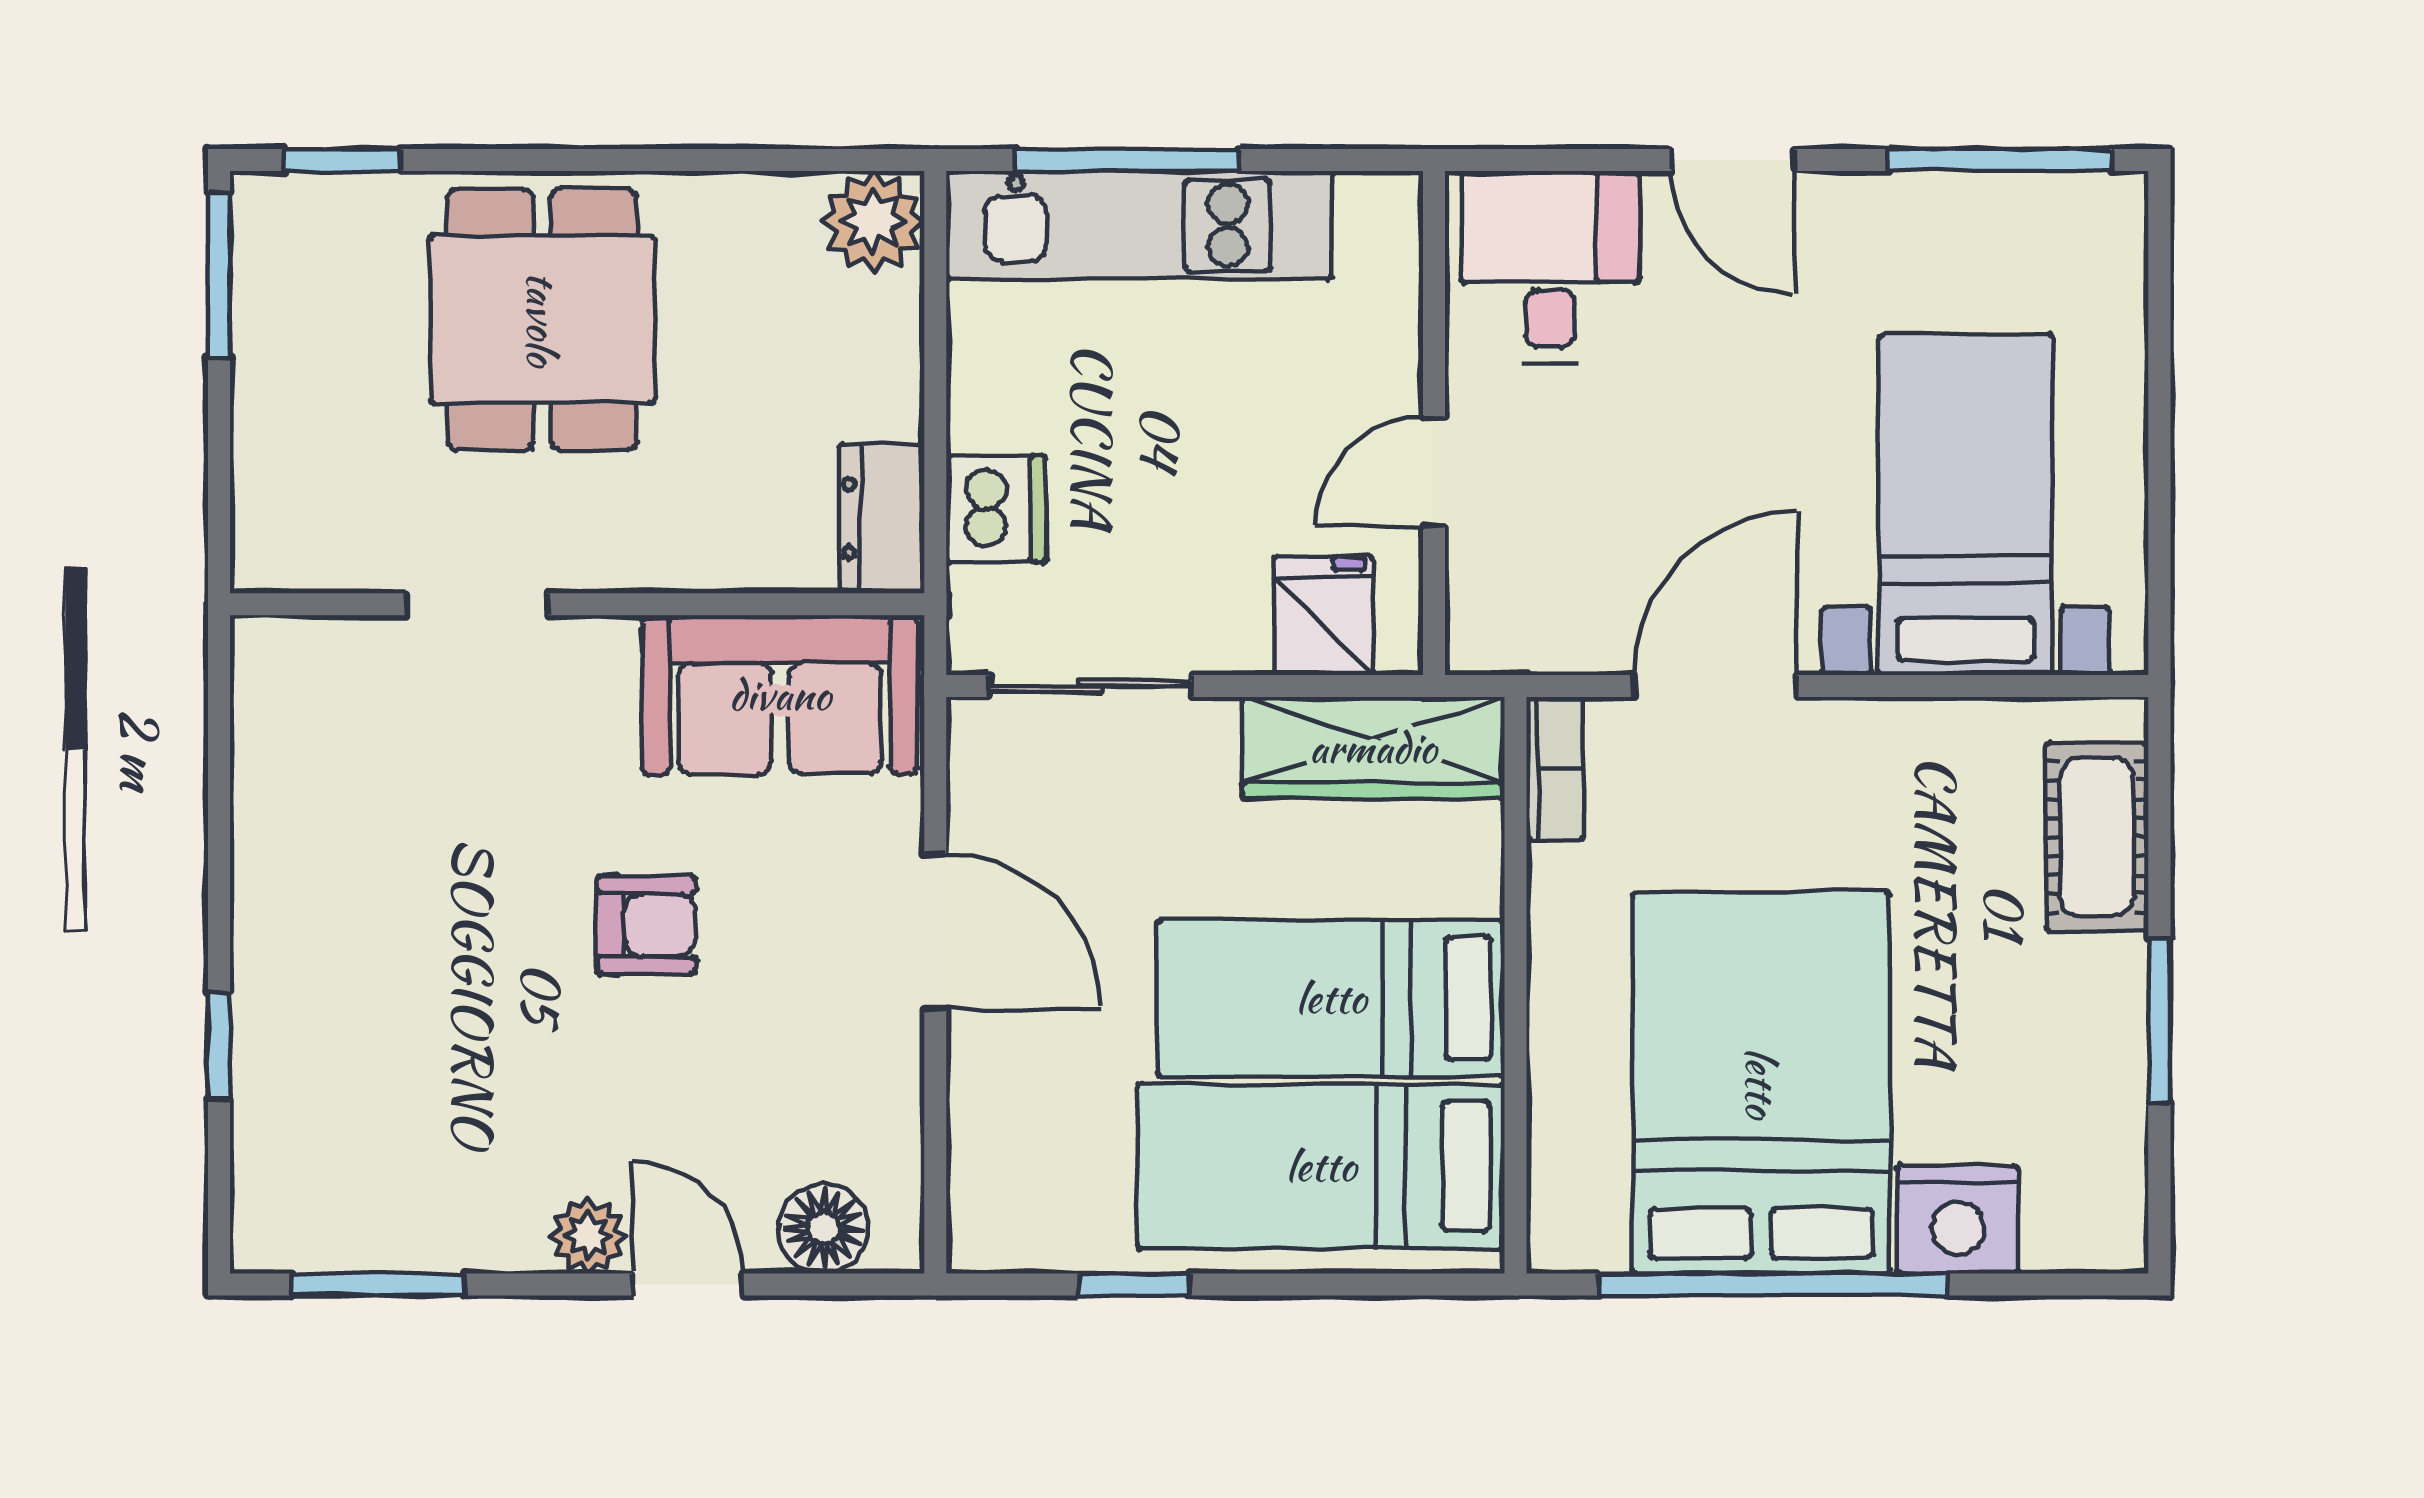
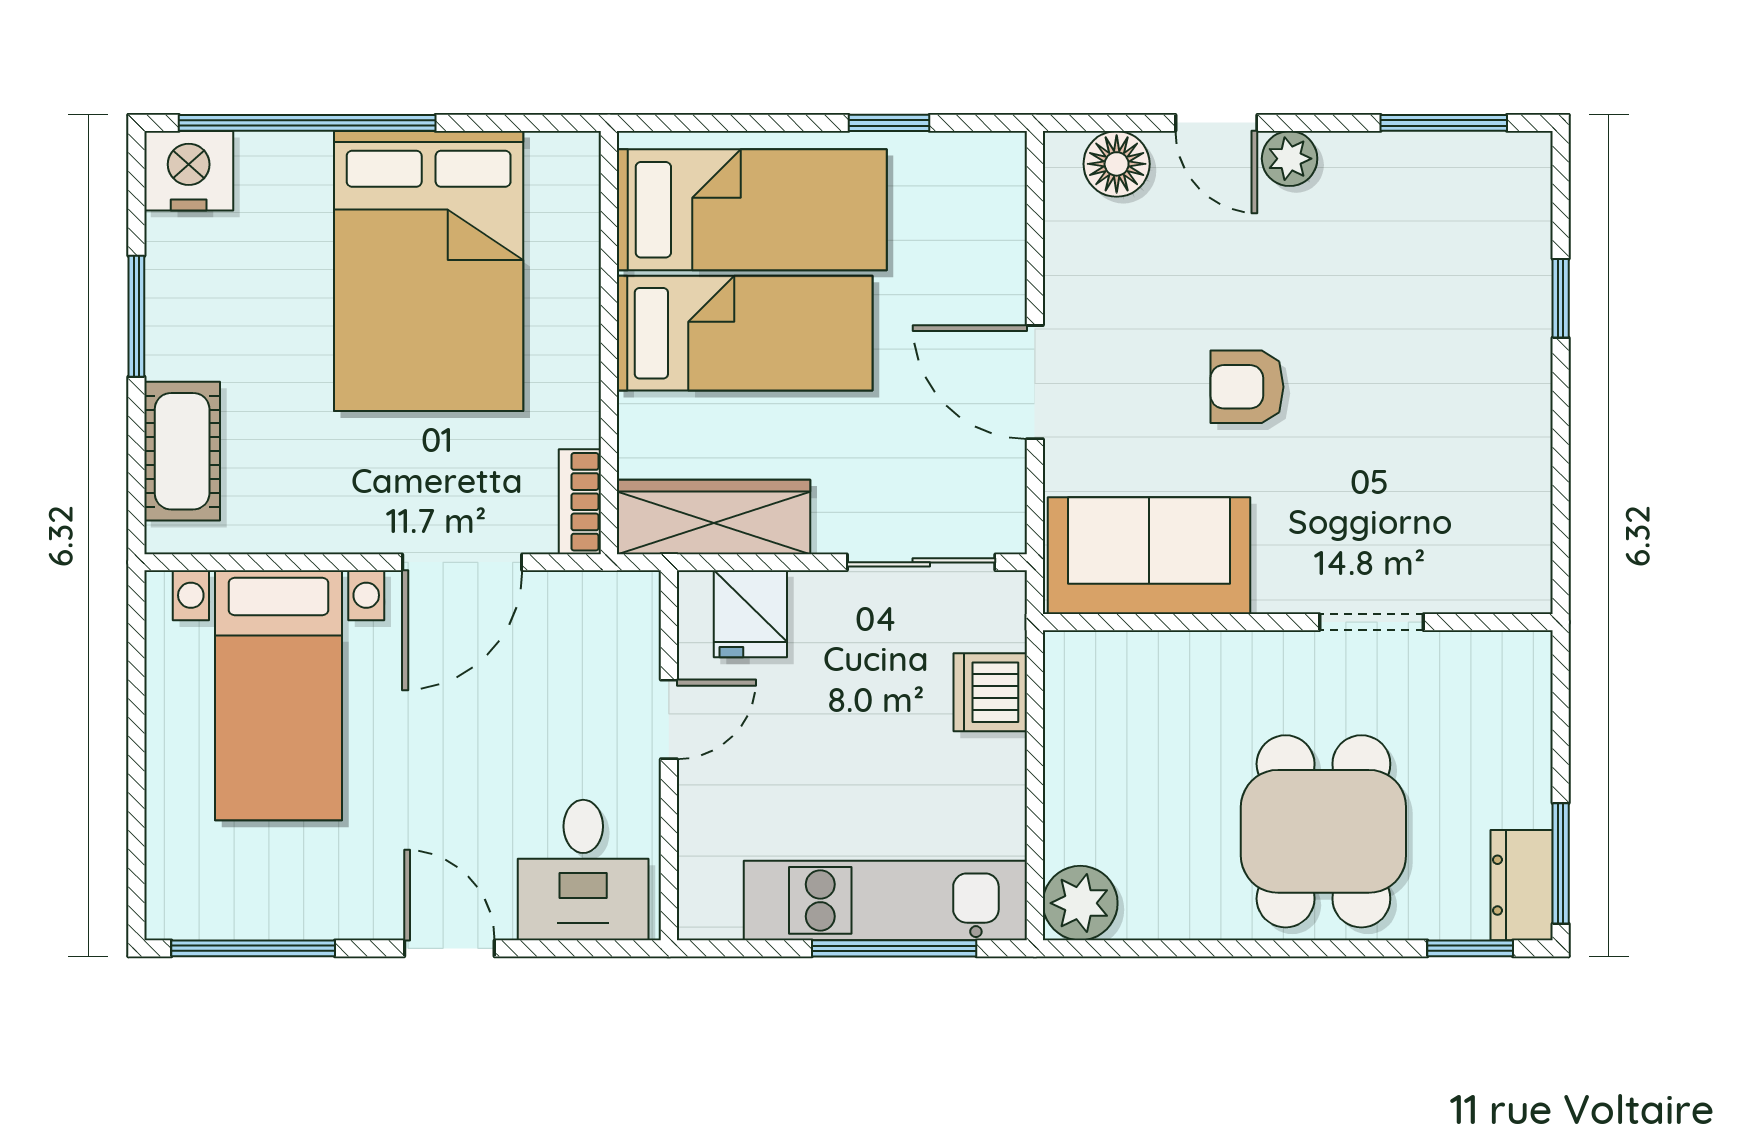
dresser: (882, 518) -> (1522, 885), moved, turned 180
nightstand: (1958, 1219) -> (189, 171), moved
window: (1773, 1284) -> (307, 123), moved

